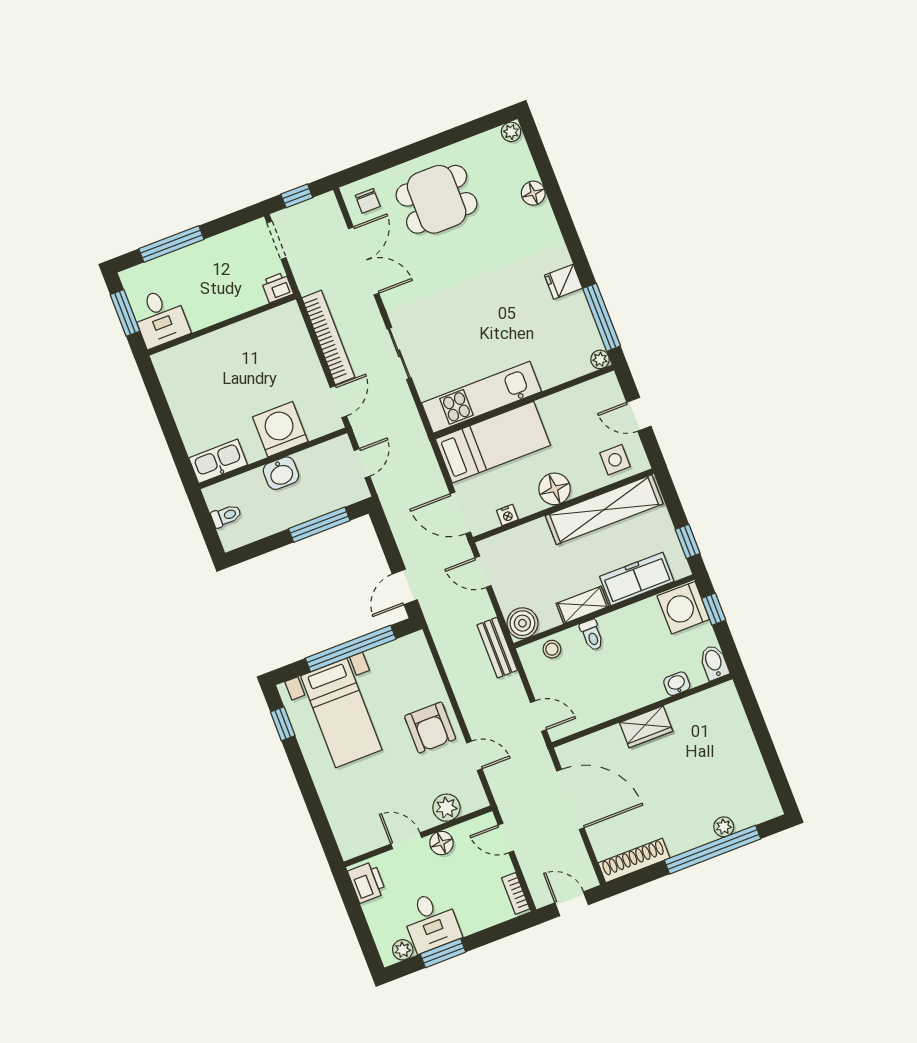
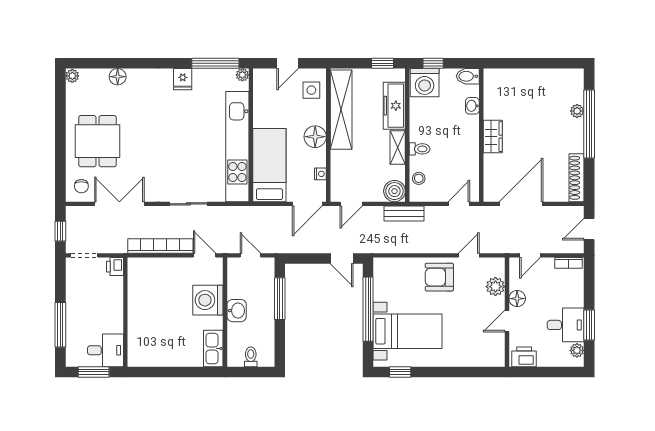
chair: (368, 201) -> (81, 186), turned 90
kitchen unit: (481, 397) -> (237, 147), width x1.36
armchair: (430, 728) -> (439, 277), turned 180

